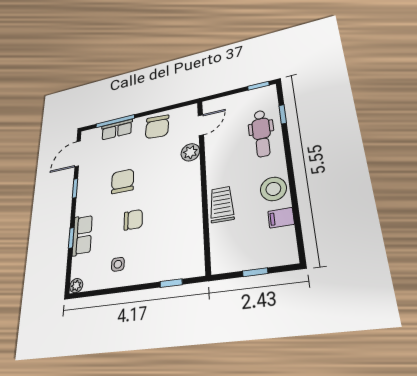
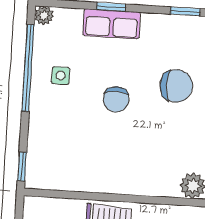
window: (171, 283) -> (22, 166), moved
window: (113, 291) -> (28, 68), added

